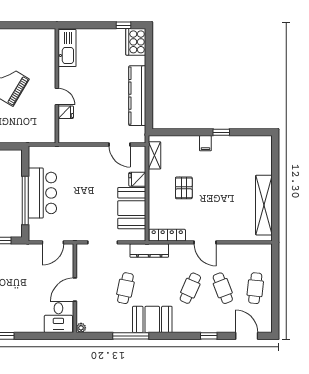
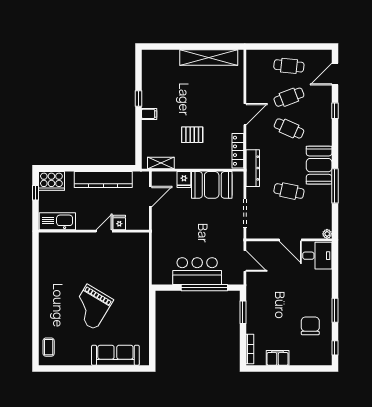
kitchen sink: (67, 48) -> (57, 221), moved
wall: (57, 86) -> (94, 231), moved
door: (57, 97) -> (104, 231), moved
fridge: (66, 112) -> (119, 223), moved

